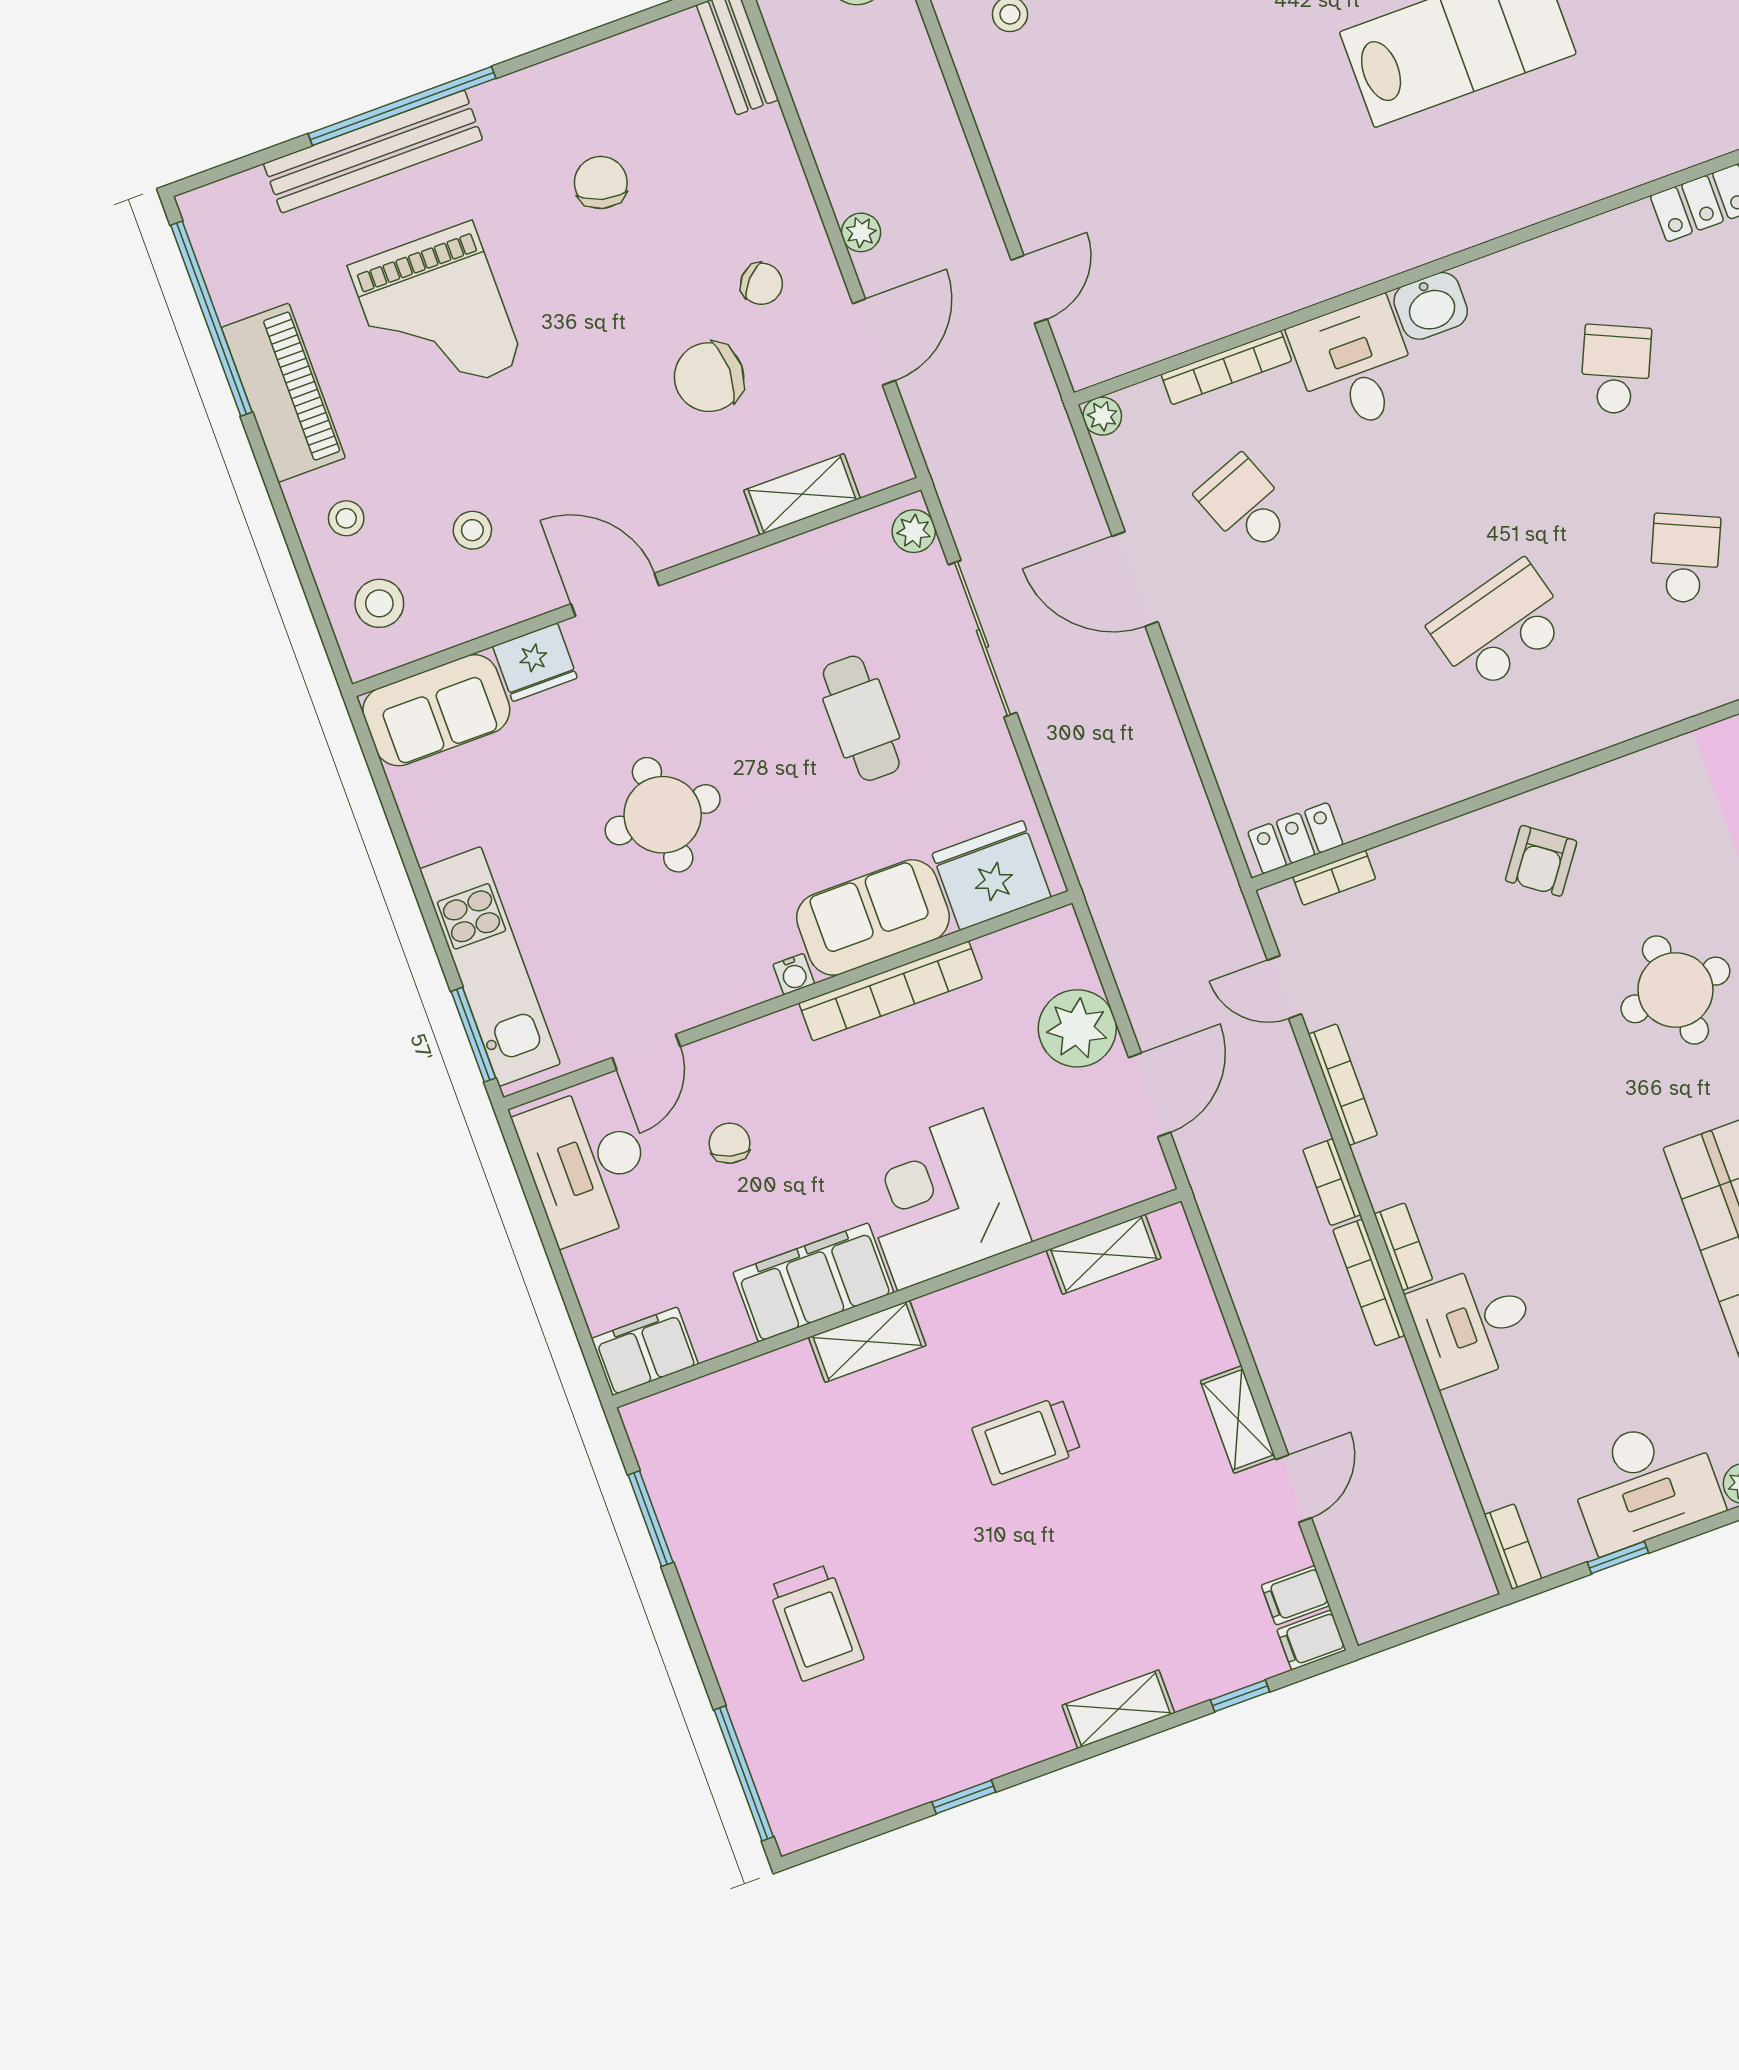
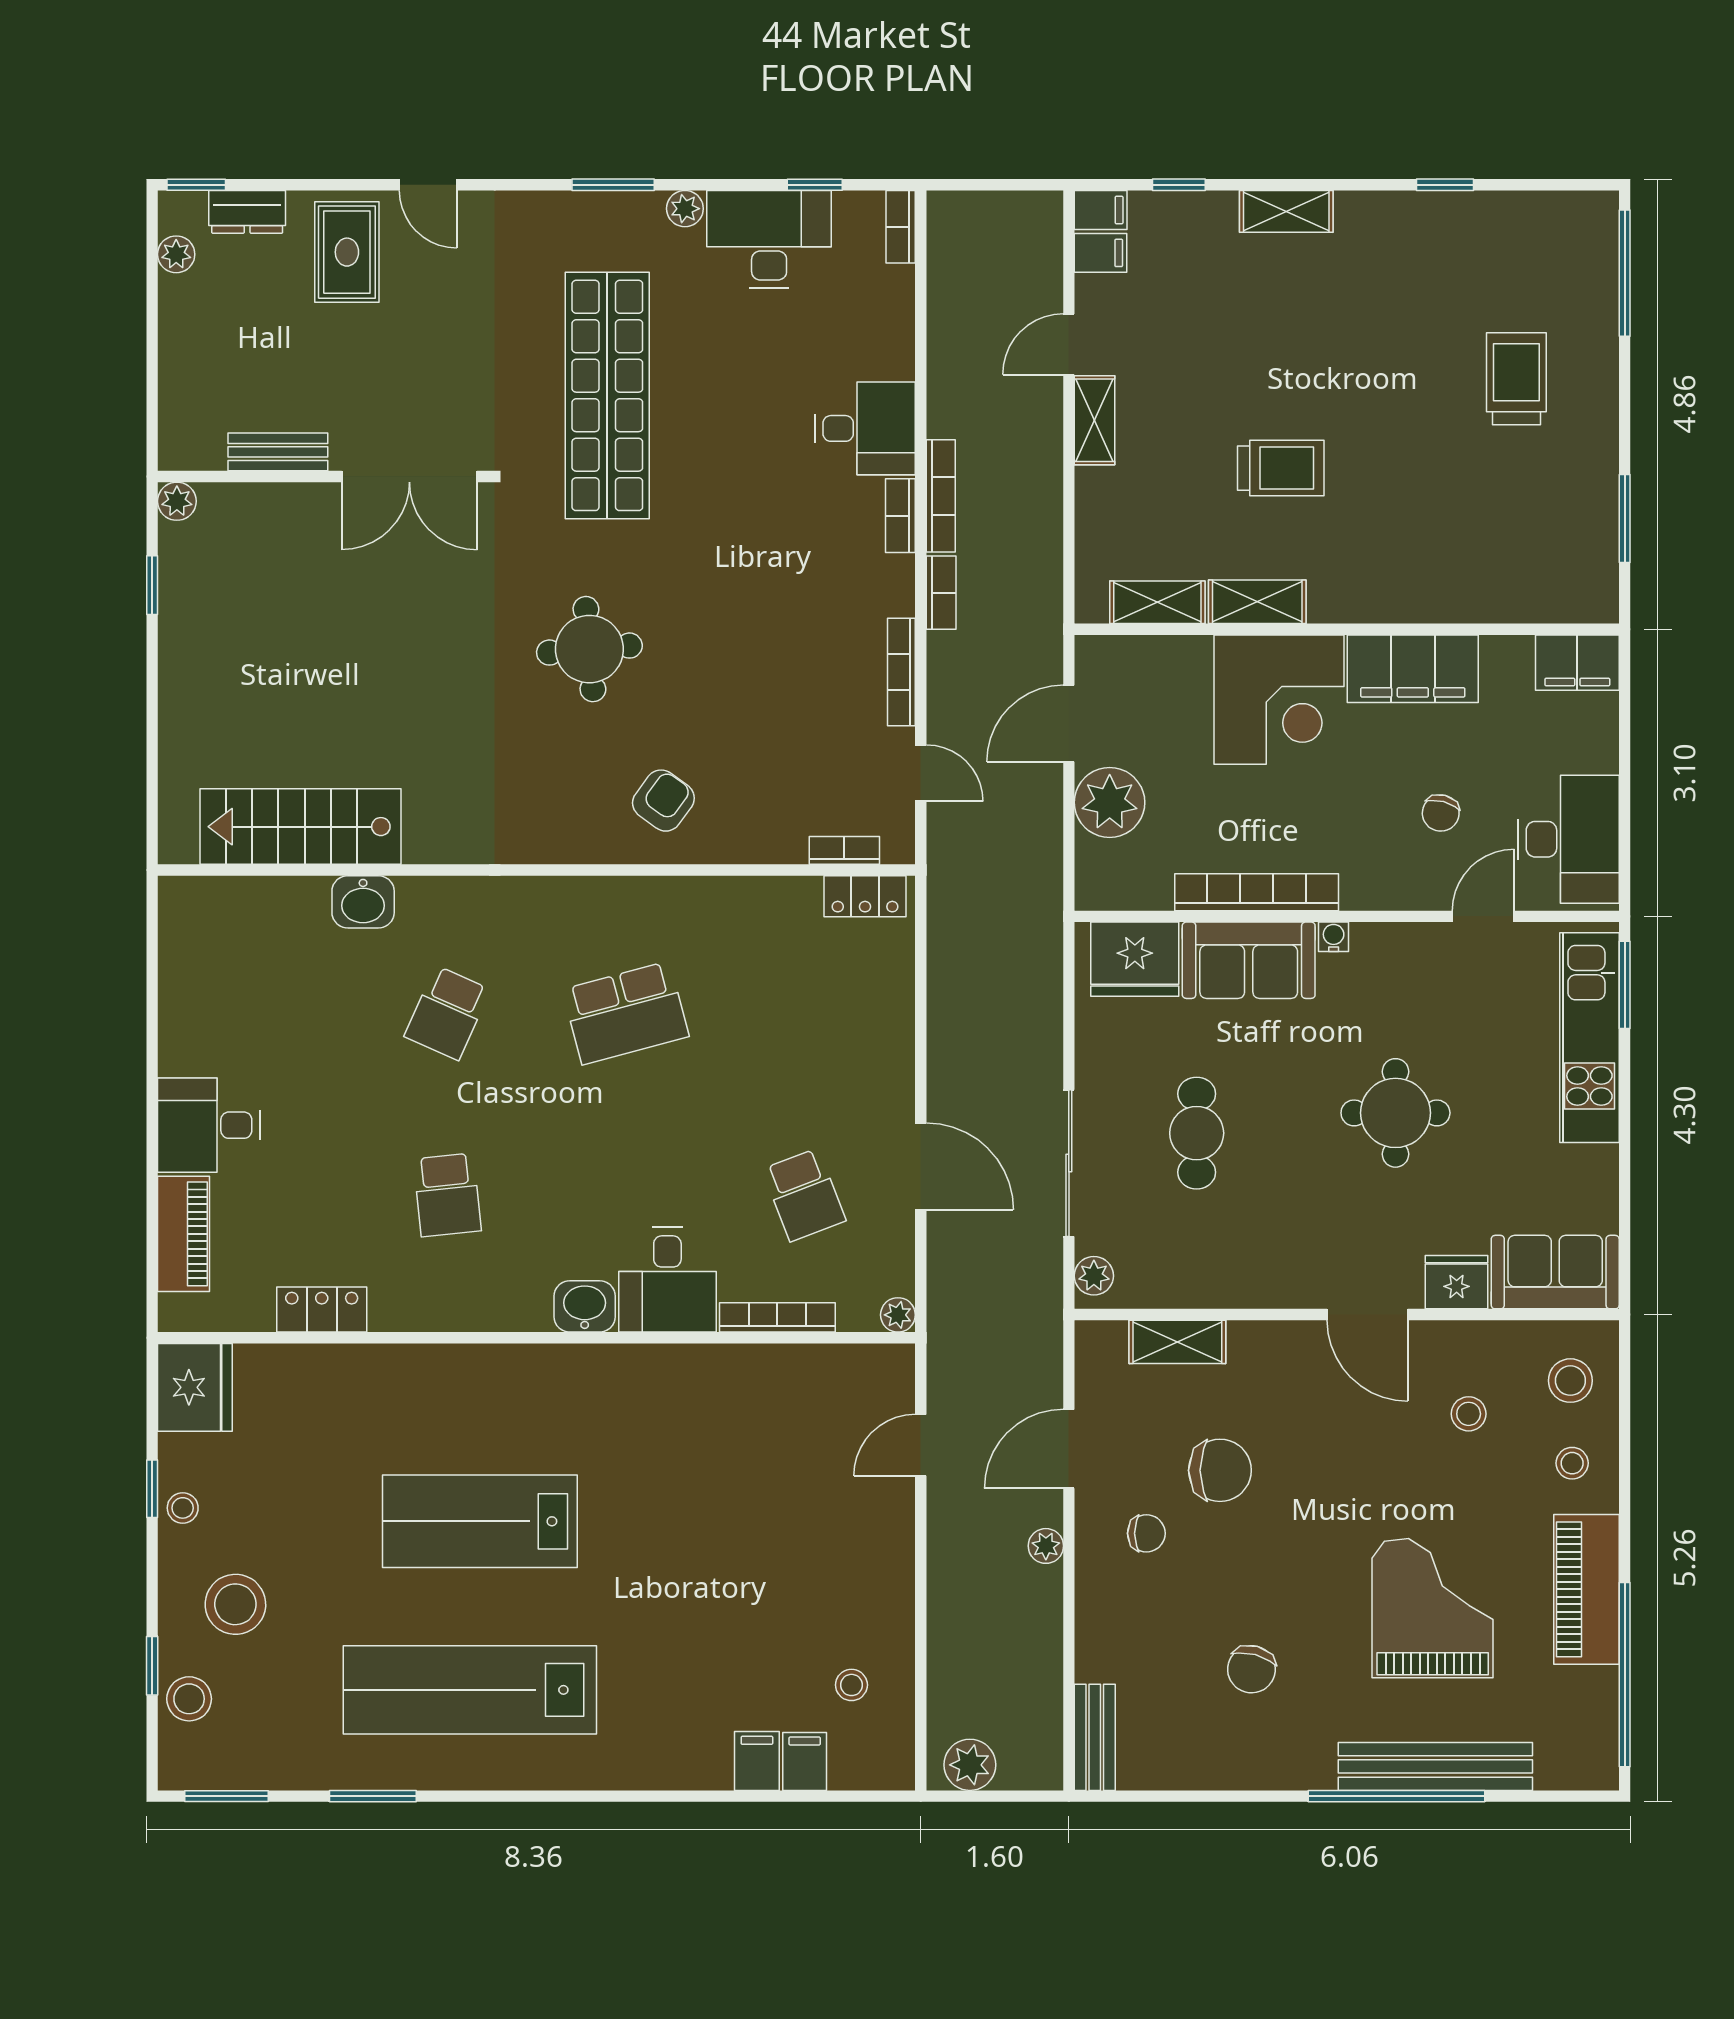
chair: (762, 284) -> (1146, 1533), turned 137
school desk: (1616, 369) -> (447, 1195), turned -30
shelving: (867, 1341) -> (1257, 602), moved

